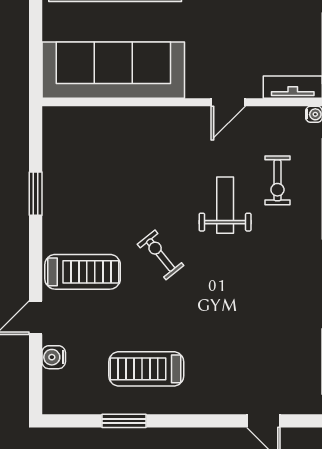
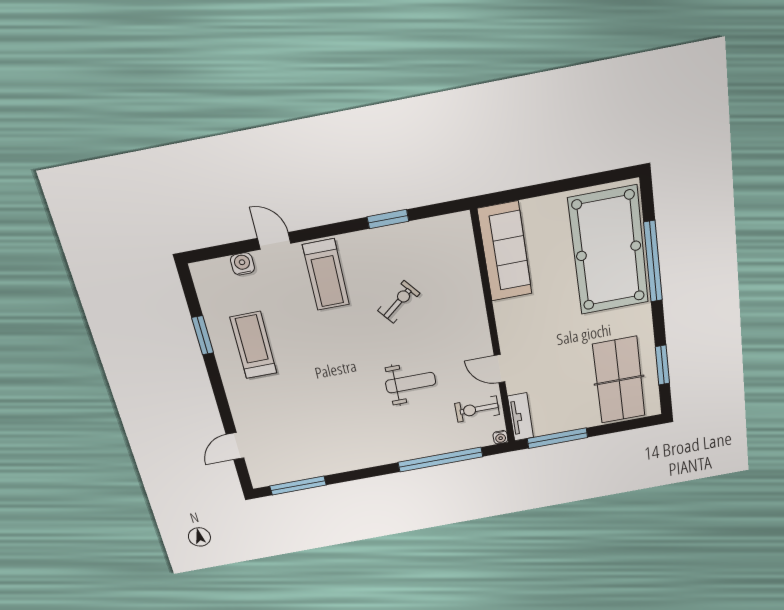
sofa: (113, 70) -> (505, 252), width x0.74, depth x0.79
exercise bike: (277, 180) -> (477, 409), moved
exercise bike: (161, 255) -> (399, 302), moved

